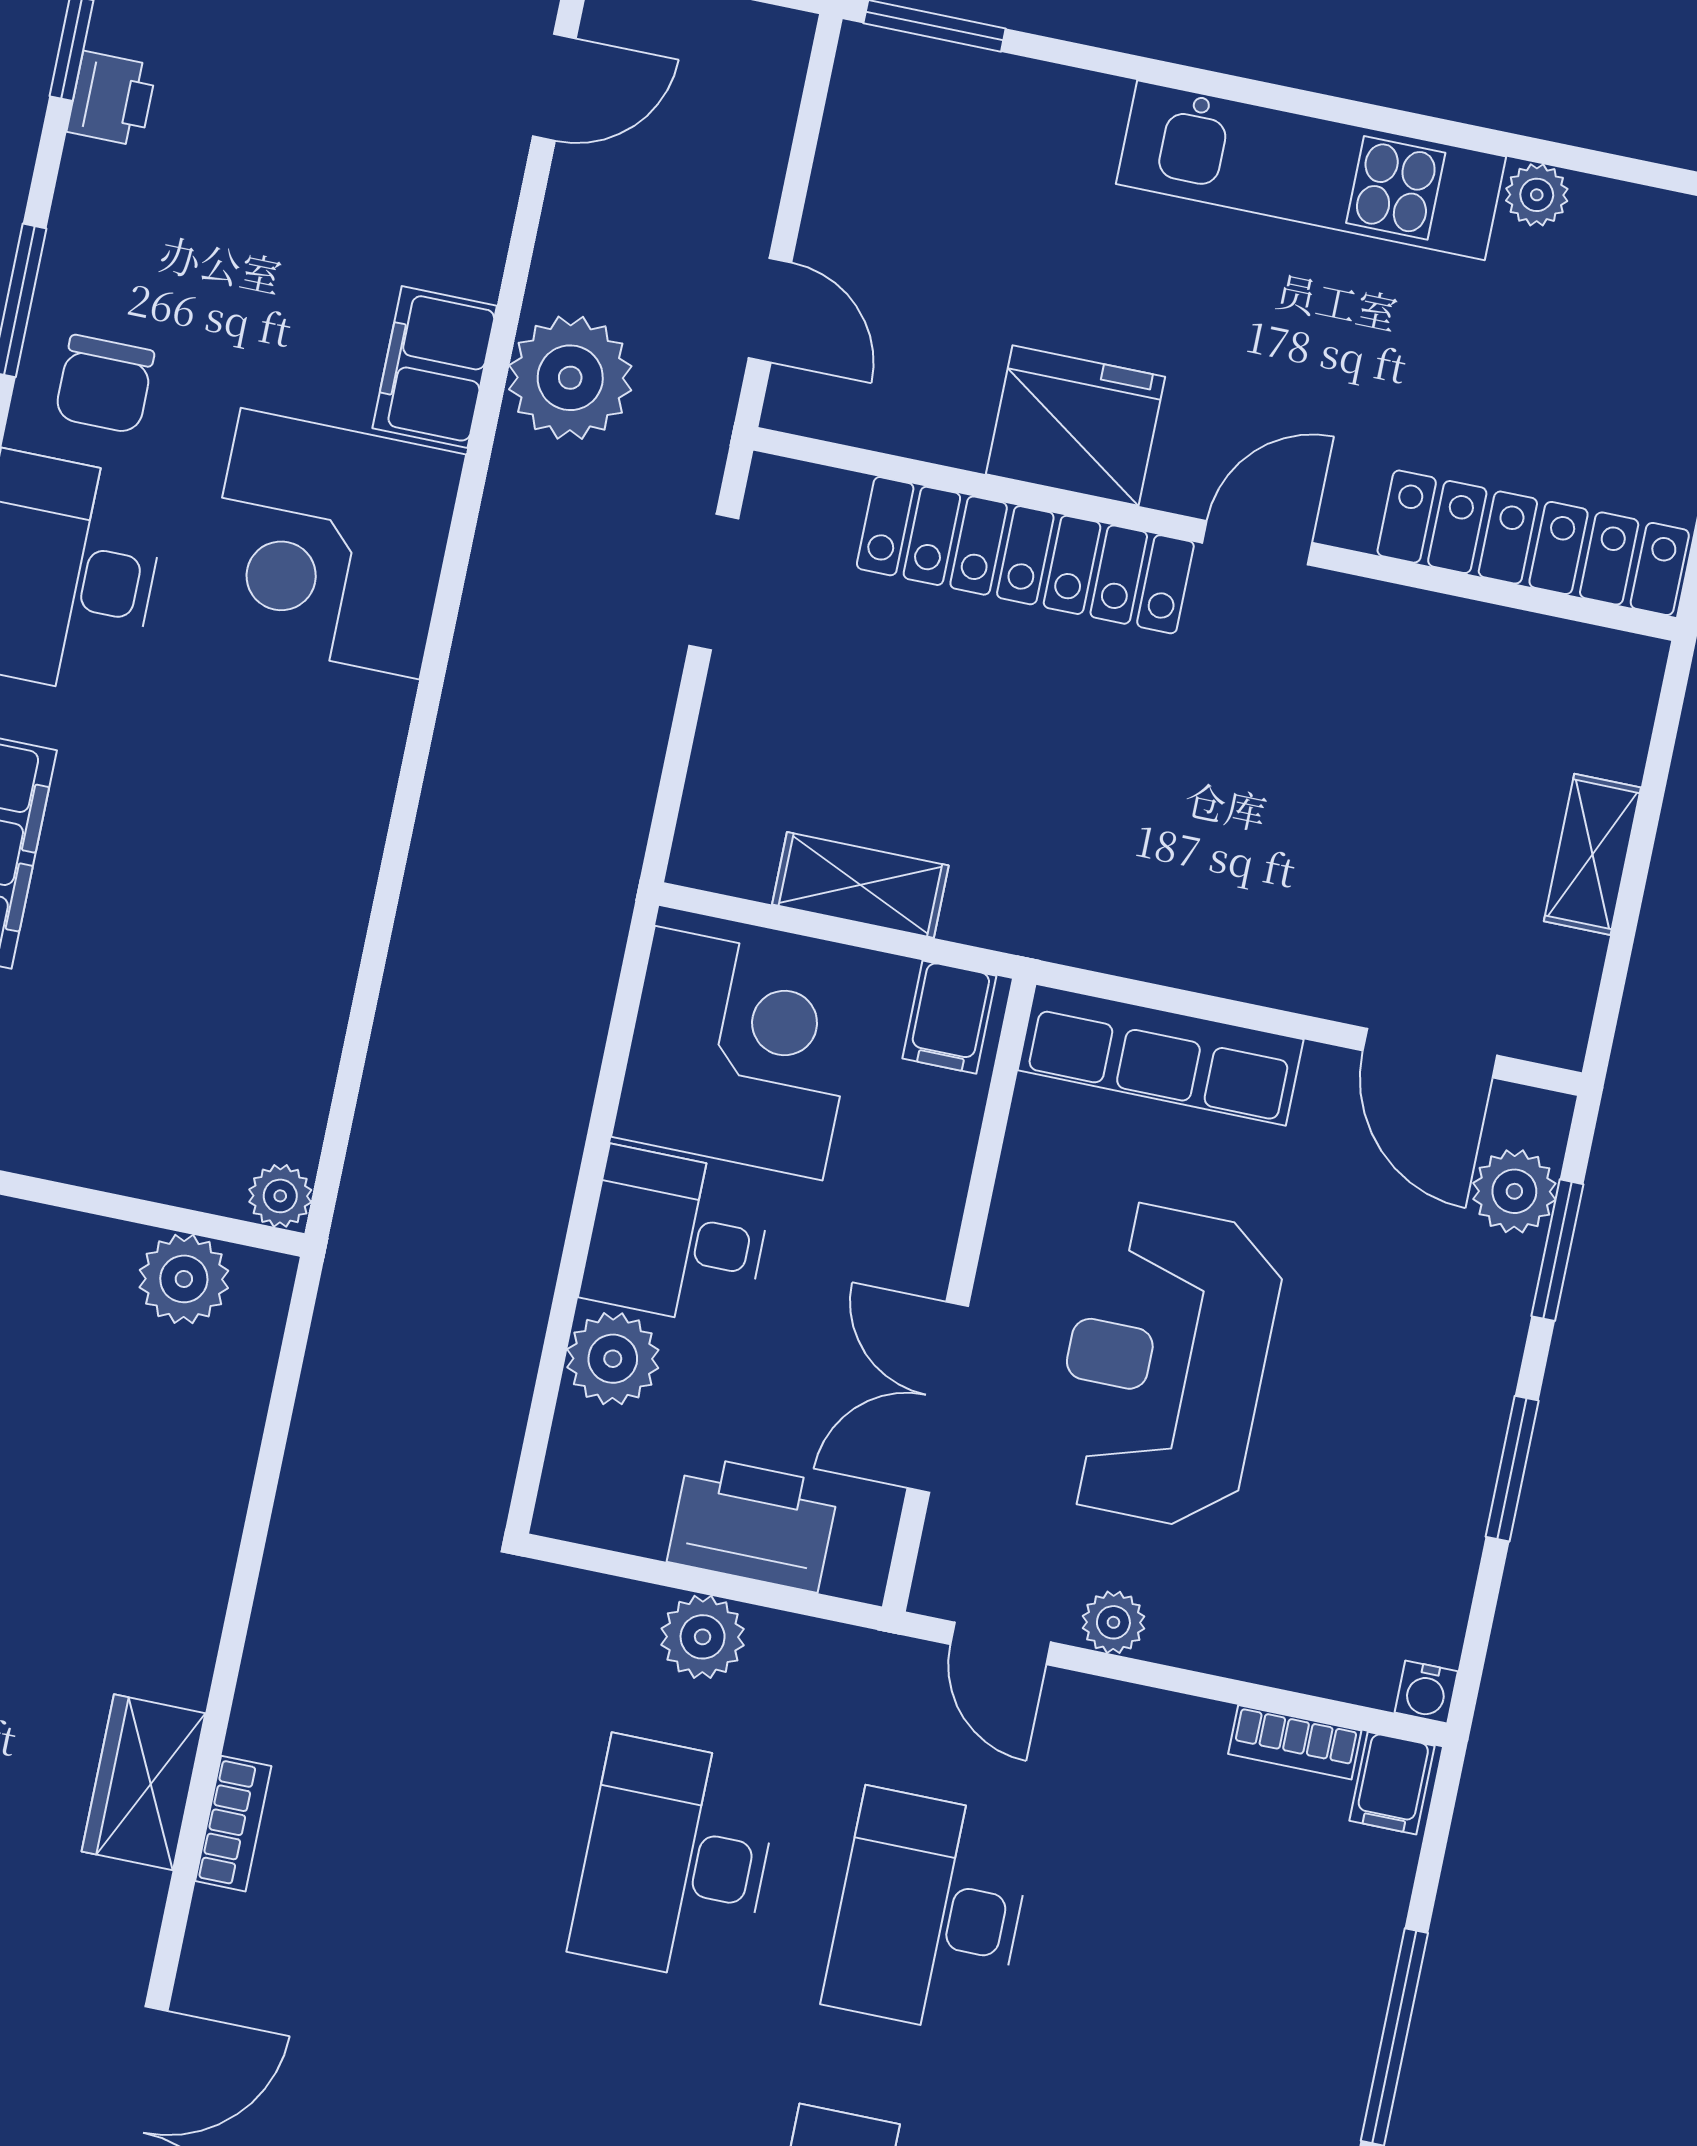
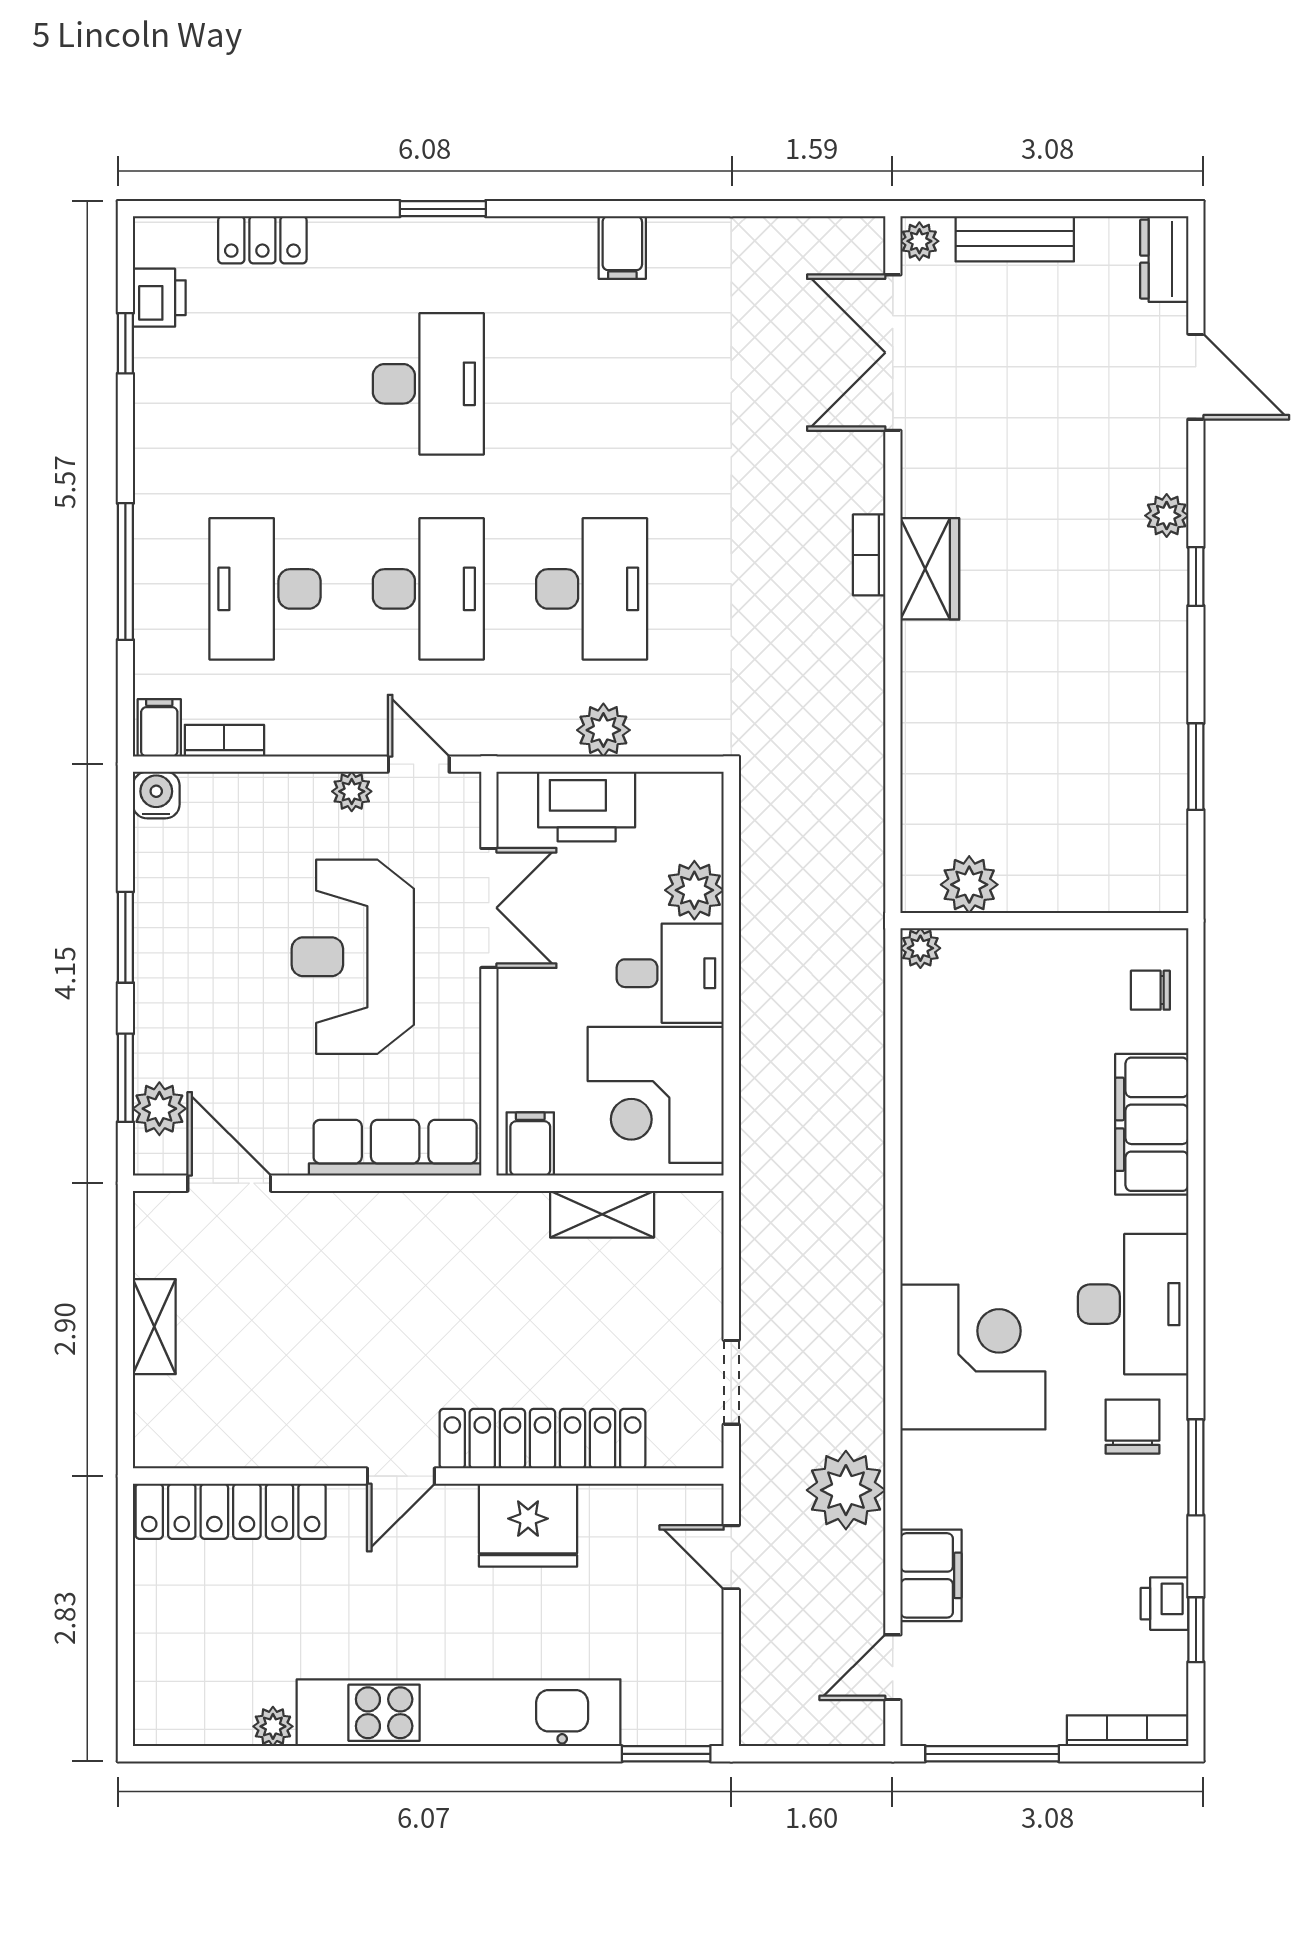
kitchen unit: (1311, 170) -> (459, 1713), width x1.36
filing cabinet: (435, 367) -> (931, 1575), moved
reception desk: (1165, 1365) -> (353, 957), turned 180
water cooler: (1426, 1692) -> (156, 795), width x1.38, depth x1.38
desk: (1183, 1965) -> (265, 589), added

